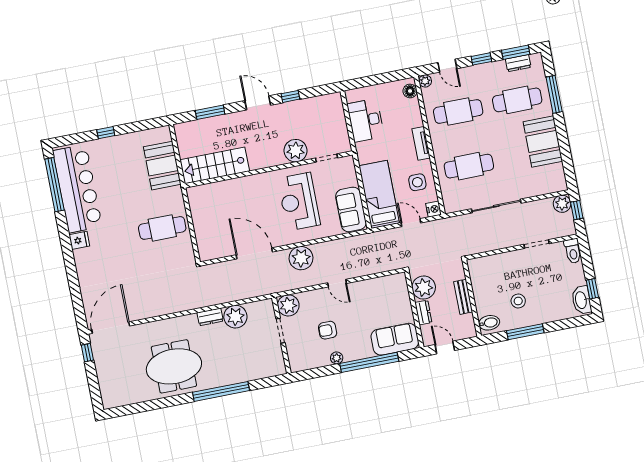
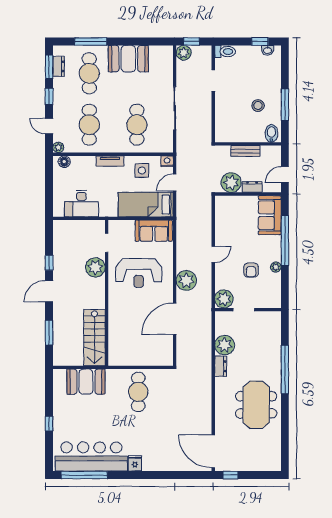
door: (447, 66) -> (49, 126), swing flipped
washbasin: (581, 300) -> (268, 50), width x0.52, depth x0.69

